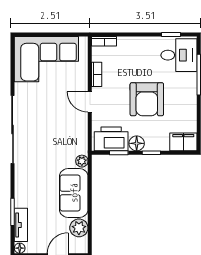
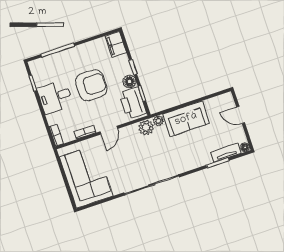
desk: (179, 55) -> (55, 97), moved, turned -90
plant: (79, 228) -> (146, 128), moved

